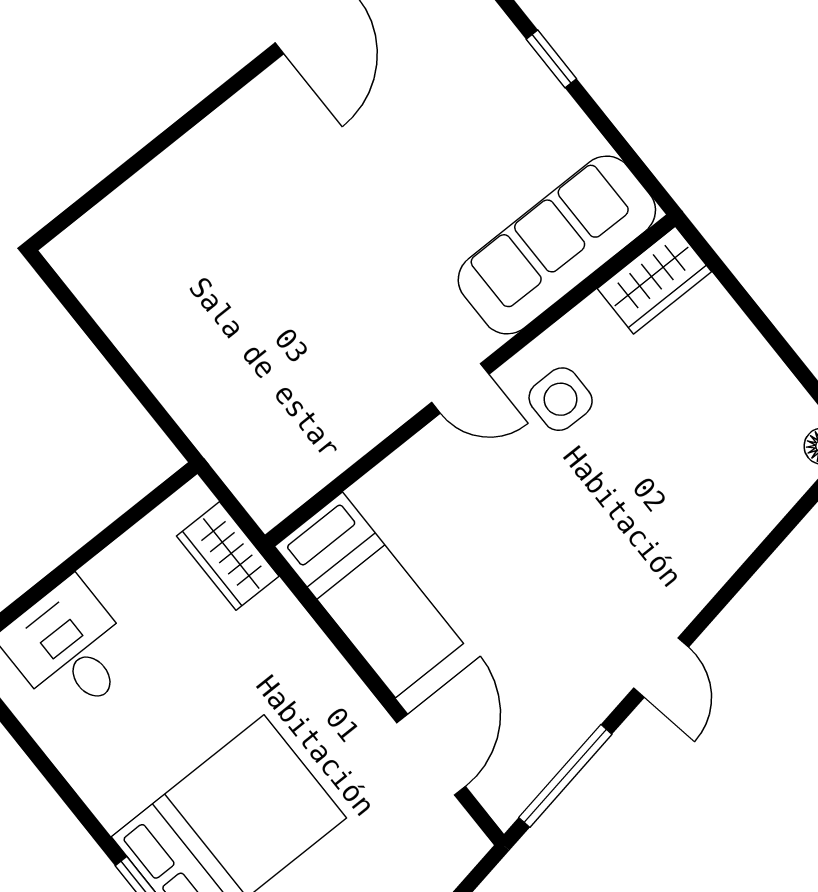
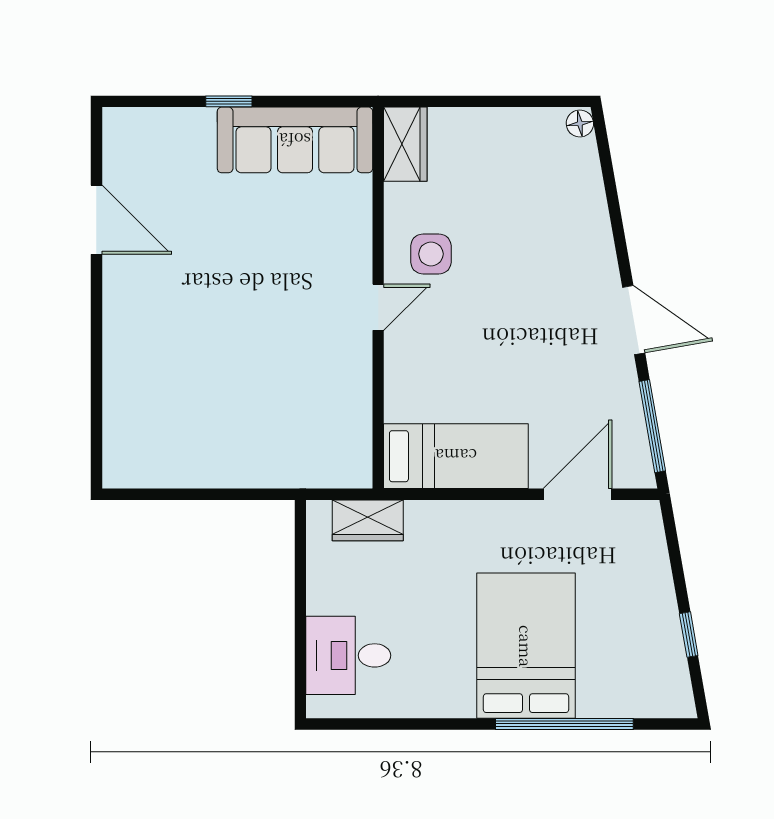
sofa: (557, 245) -> (295, 140), moved, turned -90
door: (661, 668) -> (634, 320), width x1.38
door: (431, 755) -> (578, 494), hinge flipped

